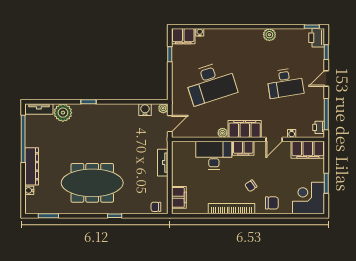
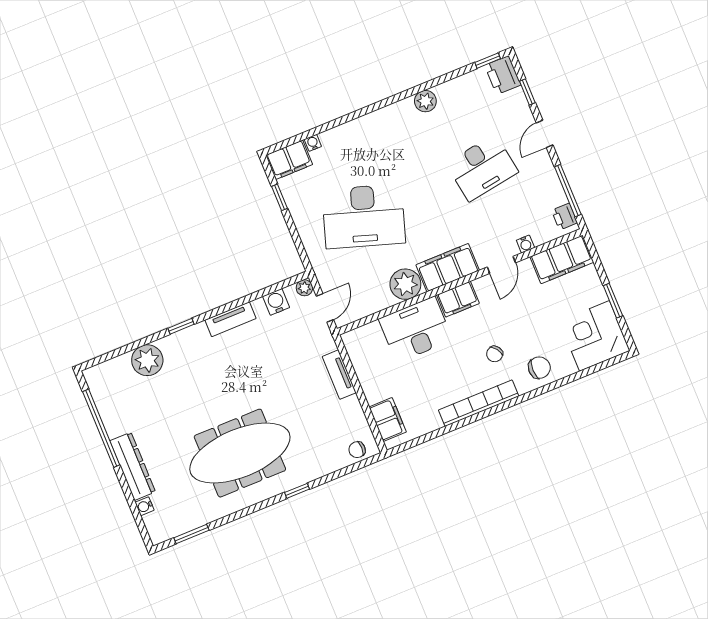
desk: (211, 83) -> (364, 216), turned 36
tv unit: (39, 109) -> (230, 319), moved
plant: (222, 133) -> (405, 284), width x1.87, depth x1.87

